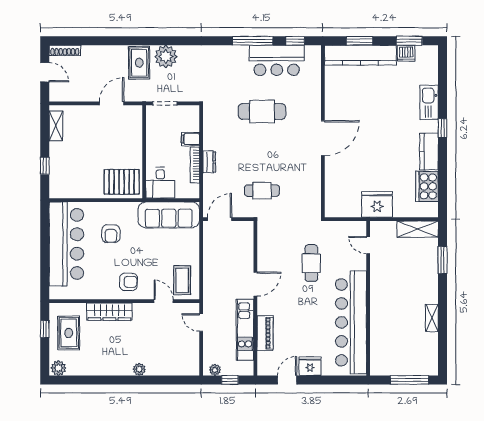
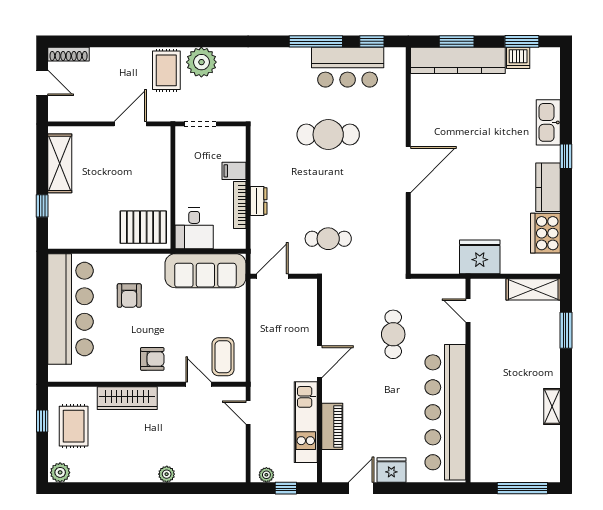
shelving: (56, 126) -> (60, 163), width x1.50, depth x1.33

